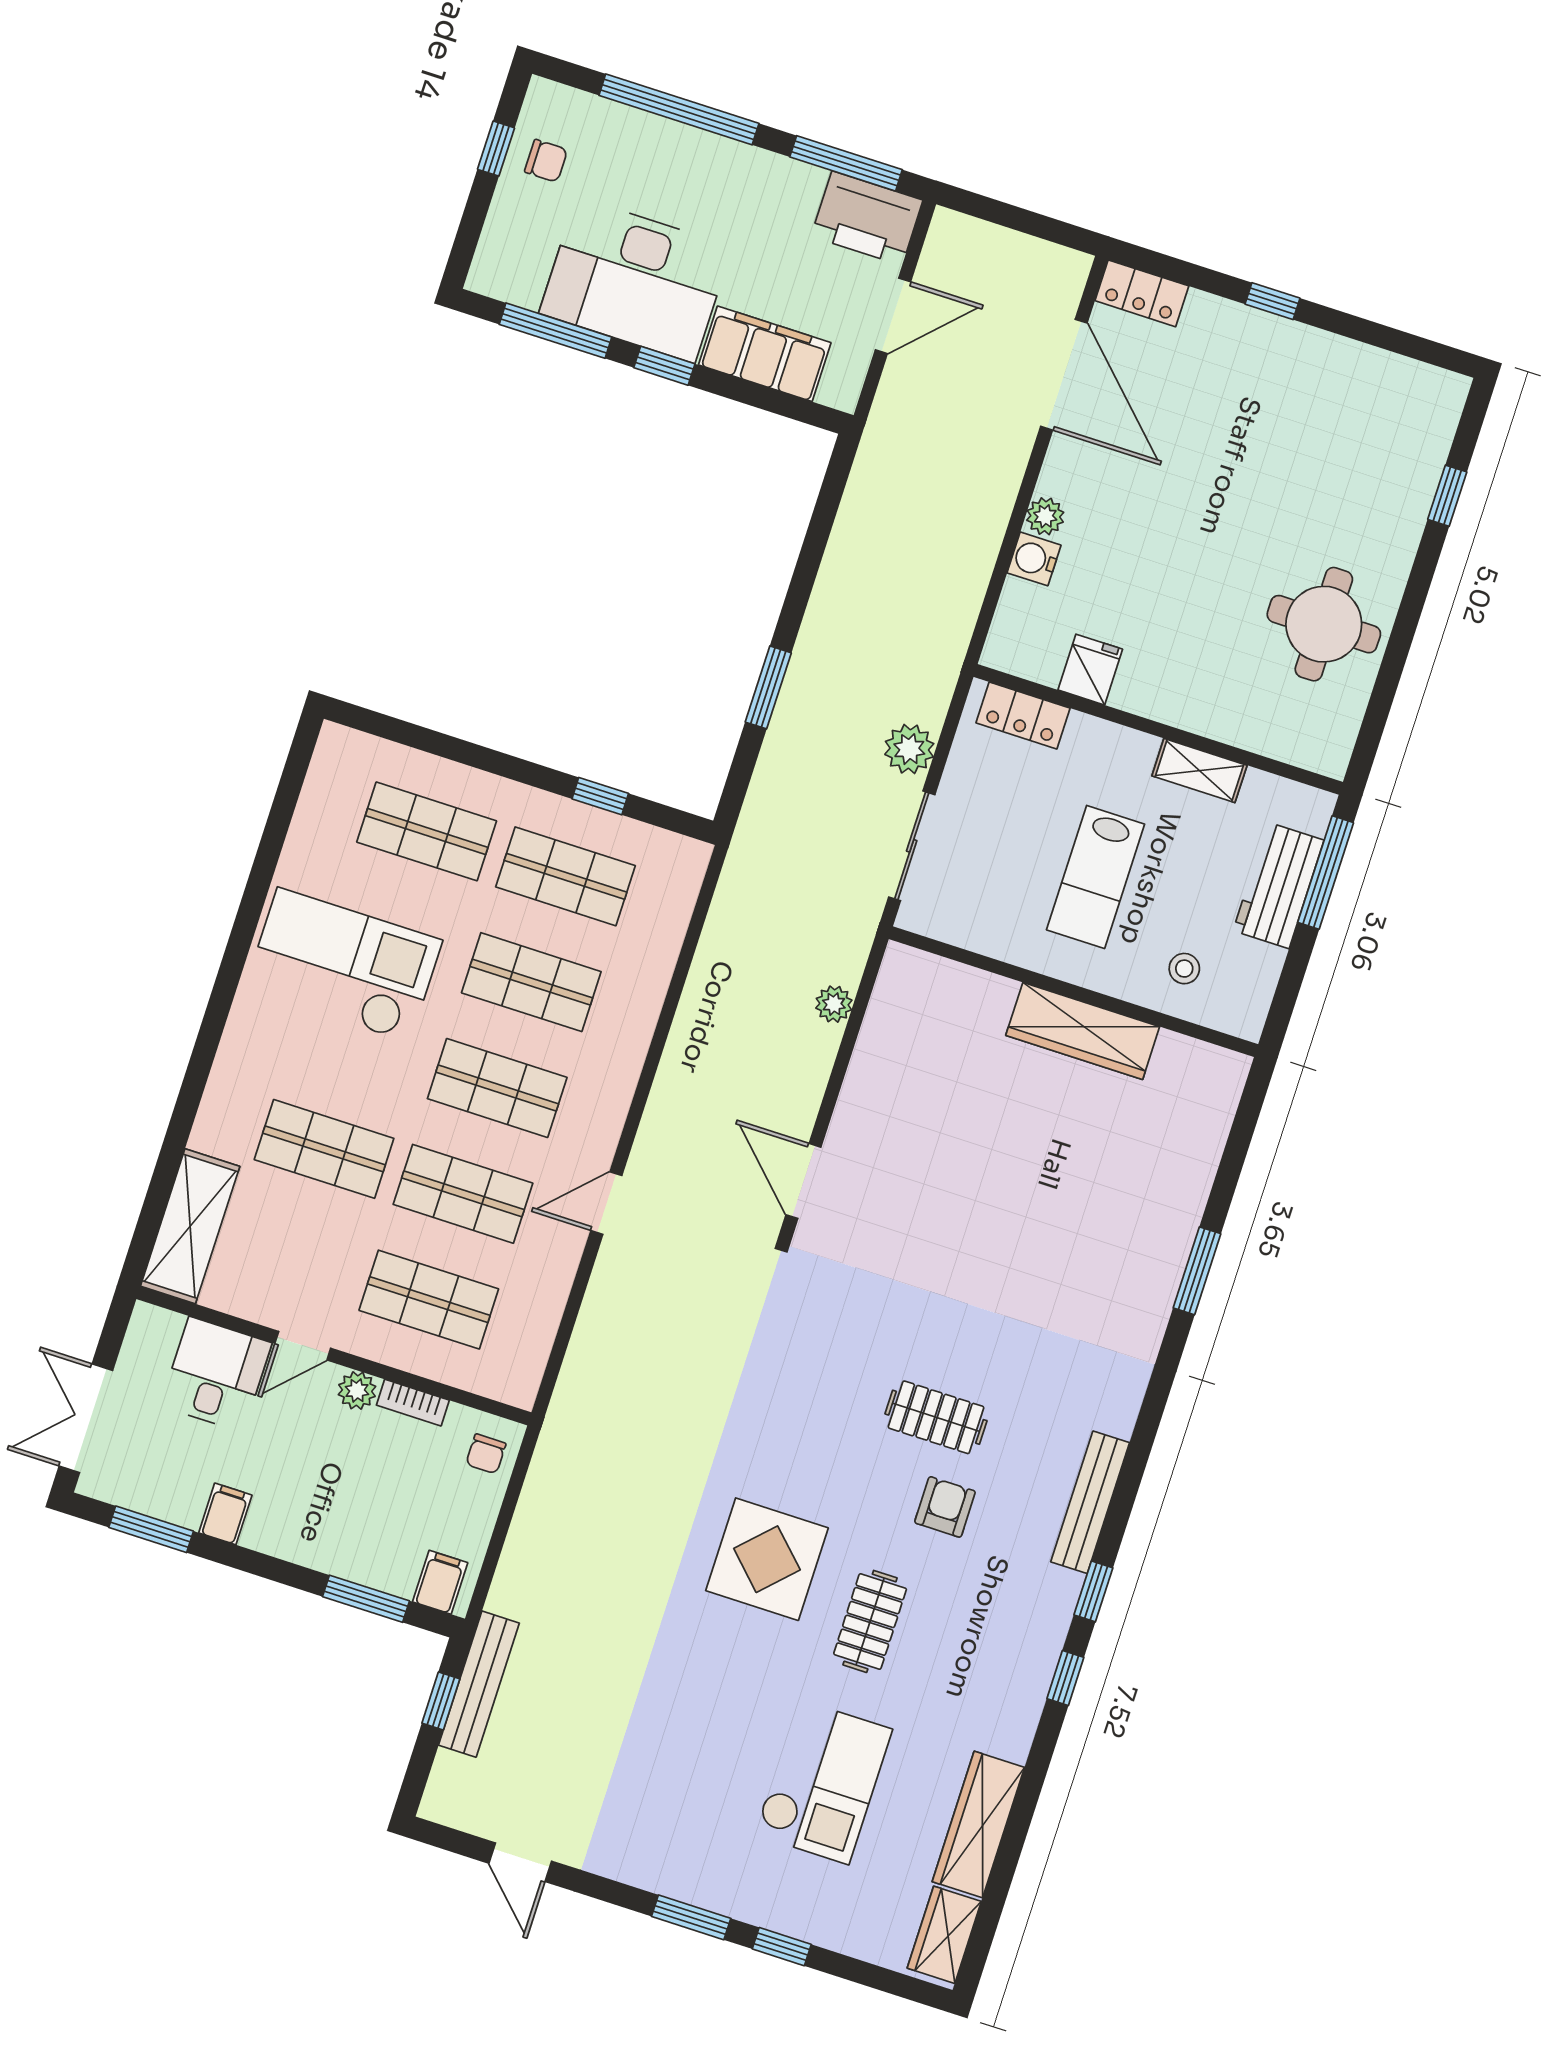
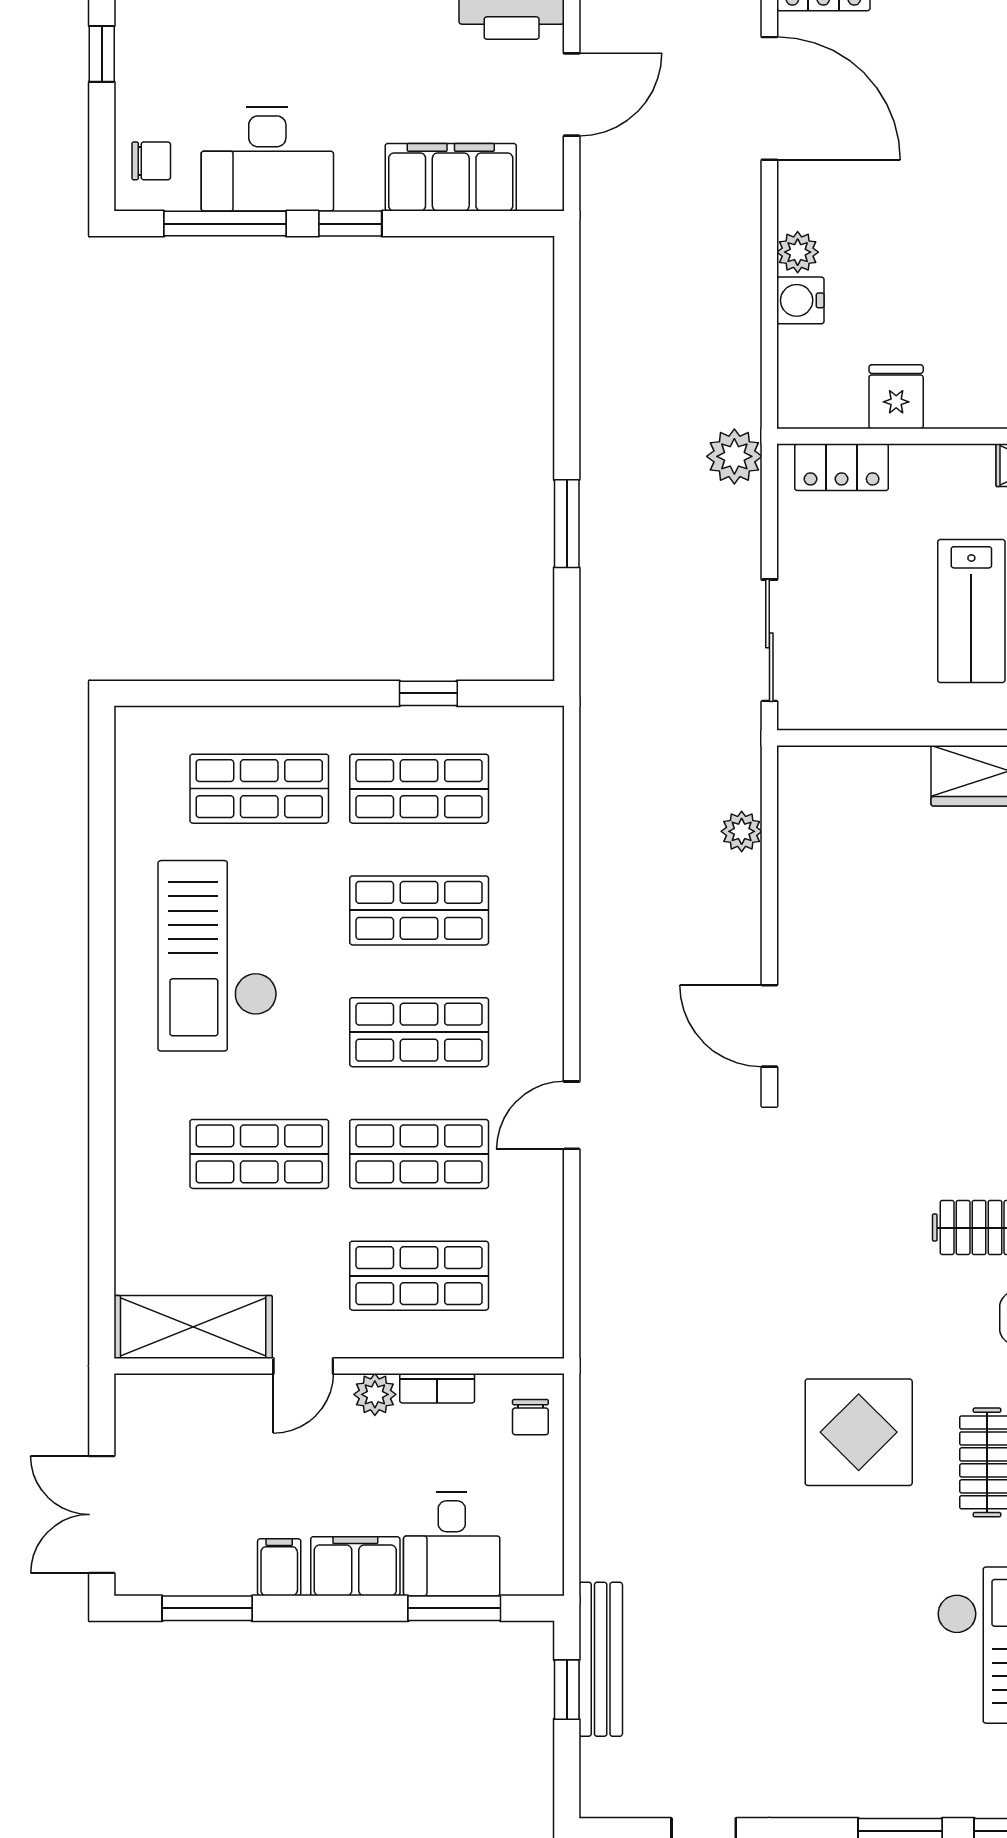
chair: (546, 161) -> (151, 161), moved
desk: (636, 280) -> (267, 159), width x0.73, depth x0.77
plant: (909, 749) -> (734, 456), moved
checkout: (344, 965) -> (218, 956), turned -90
shelving: (190, 1226) -> (193, 1327), moved, turned 90
desk: (216, 1374) -> (452, 1544), moved, turned 180
filing cabinet: (440, 1582) -> (355, 1566), moved, width x2.00

